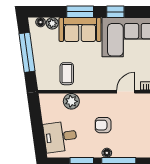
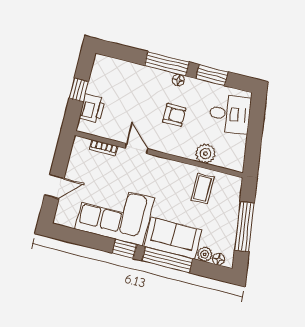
window: (80, 12) -> (167, 260), width x1.44
door: (126, 92) -> (136, 148), swing flipped

